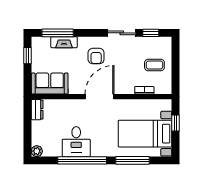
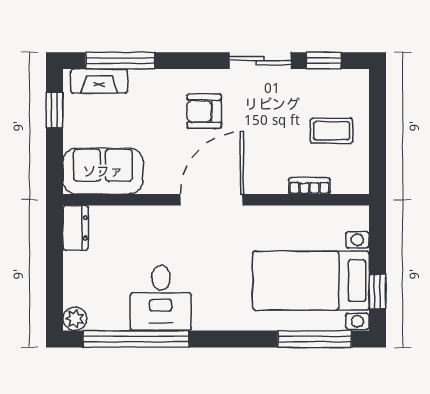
fireplace: (64, 42) -> (99, 81), moved
armchair: (96, 56) -> (204, 111), turned 90
window: (175, 123) -> (377, 291), moved
window: (82, 160) -> (136, 339), moved
window: (133, 160) -> (315, 339), moved

